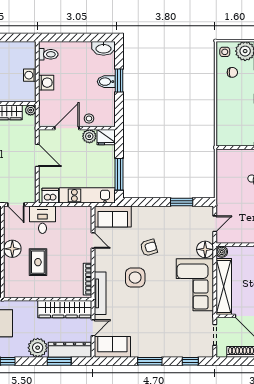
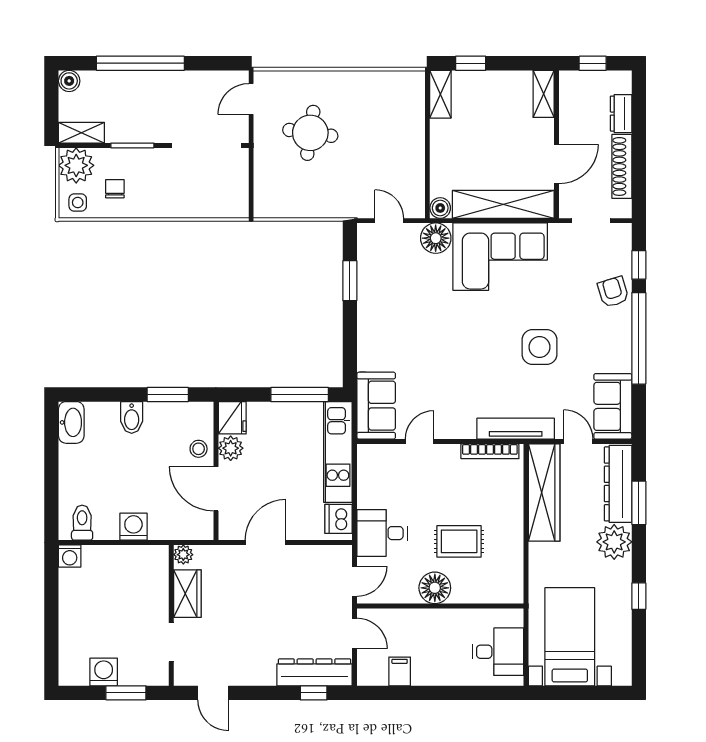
washing machine: (30, 75) -> (70, 556), moved
window: (119, 80) -> (168, 394), moved
armchair: (149, 248) -> (613, 292), moved
side table: (135, 278) -> (540, 347), moved
window: (150, 361) -> (639, 338), width x2.11

